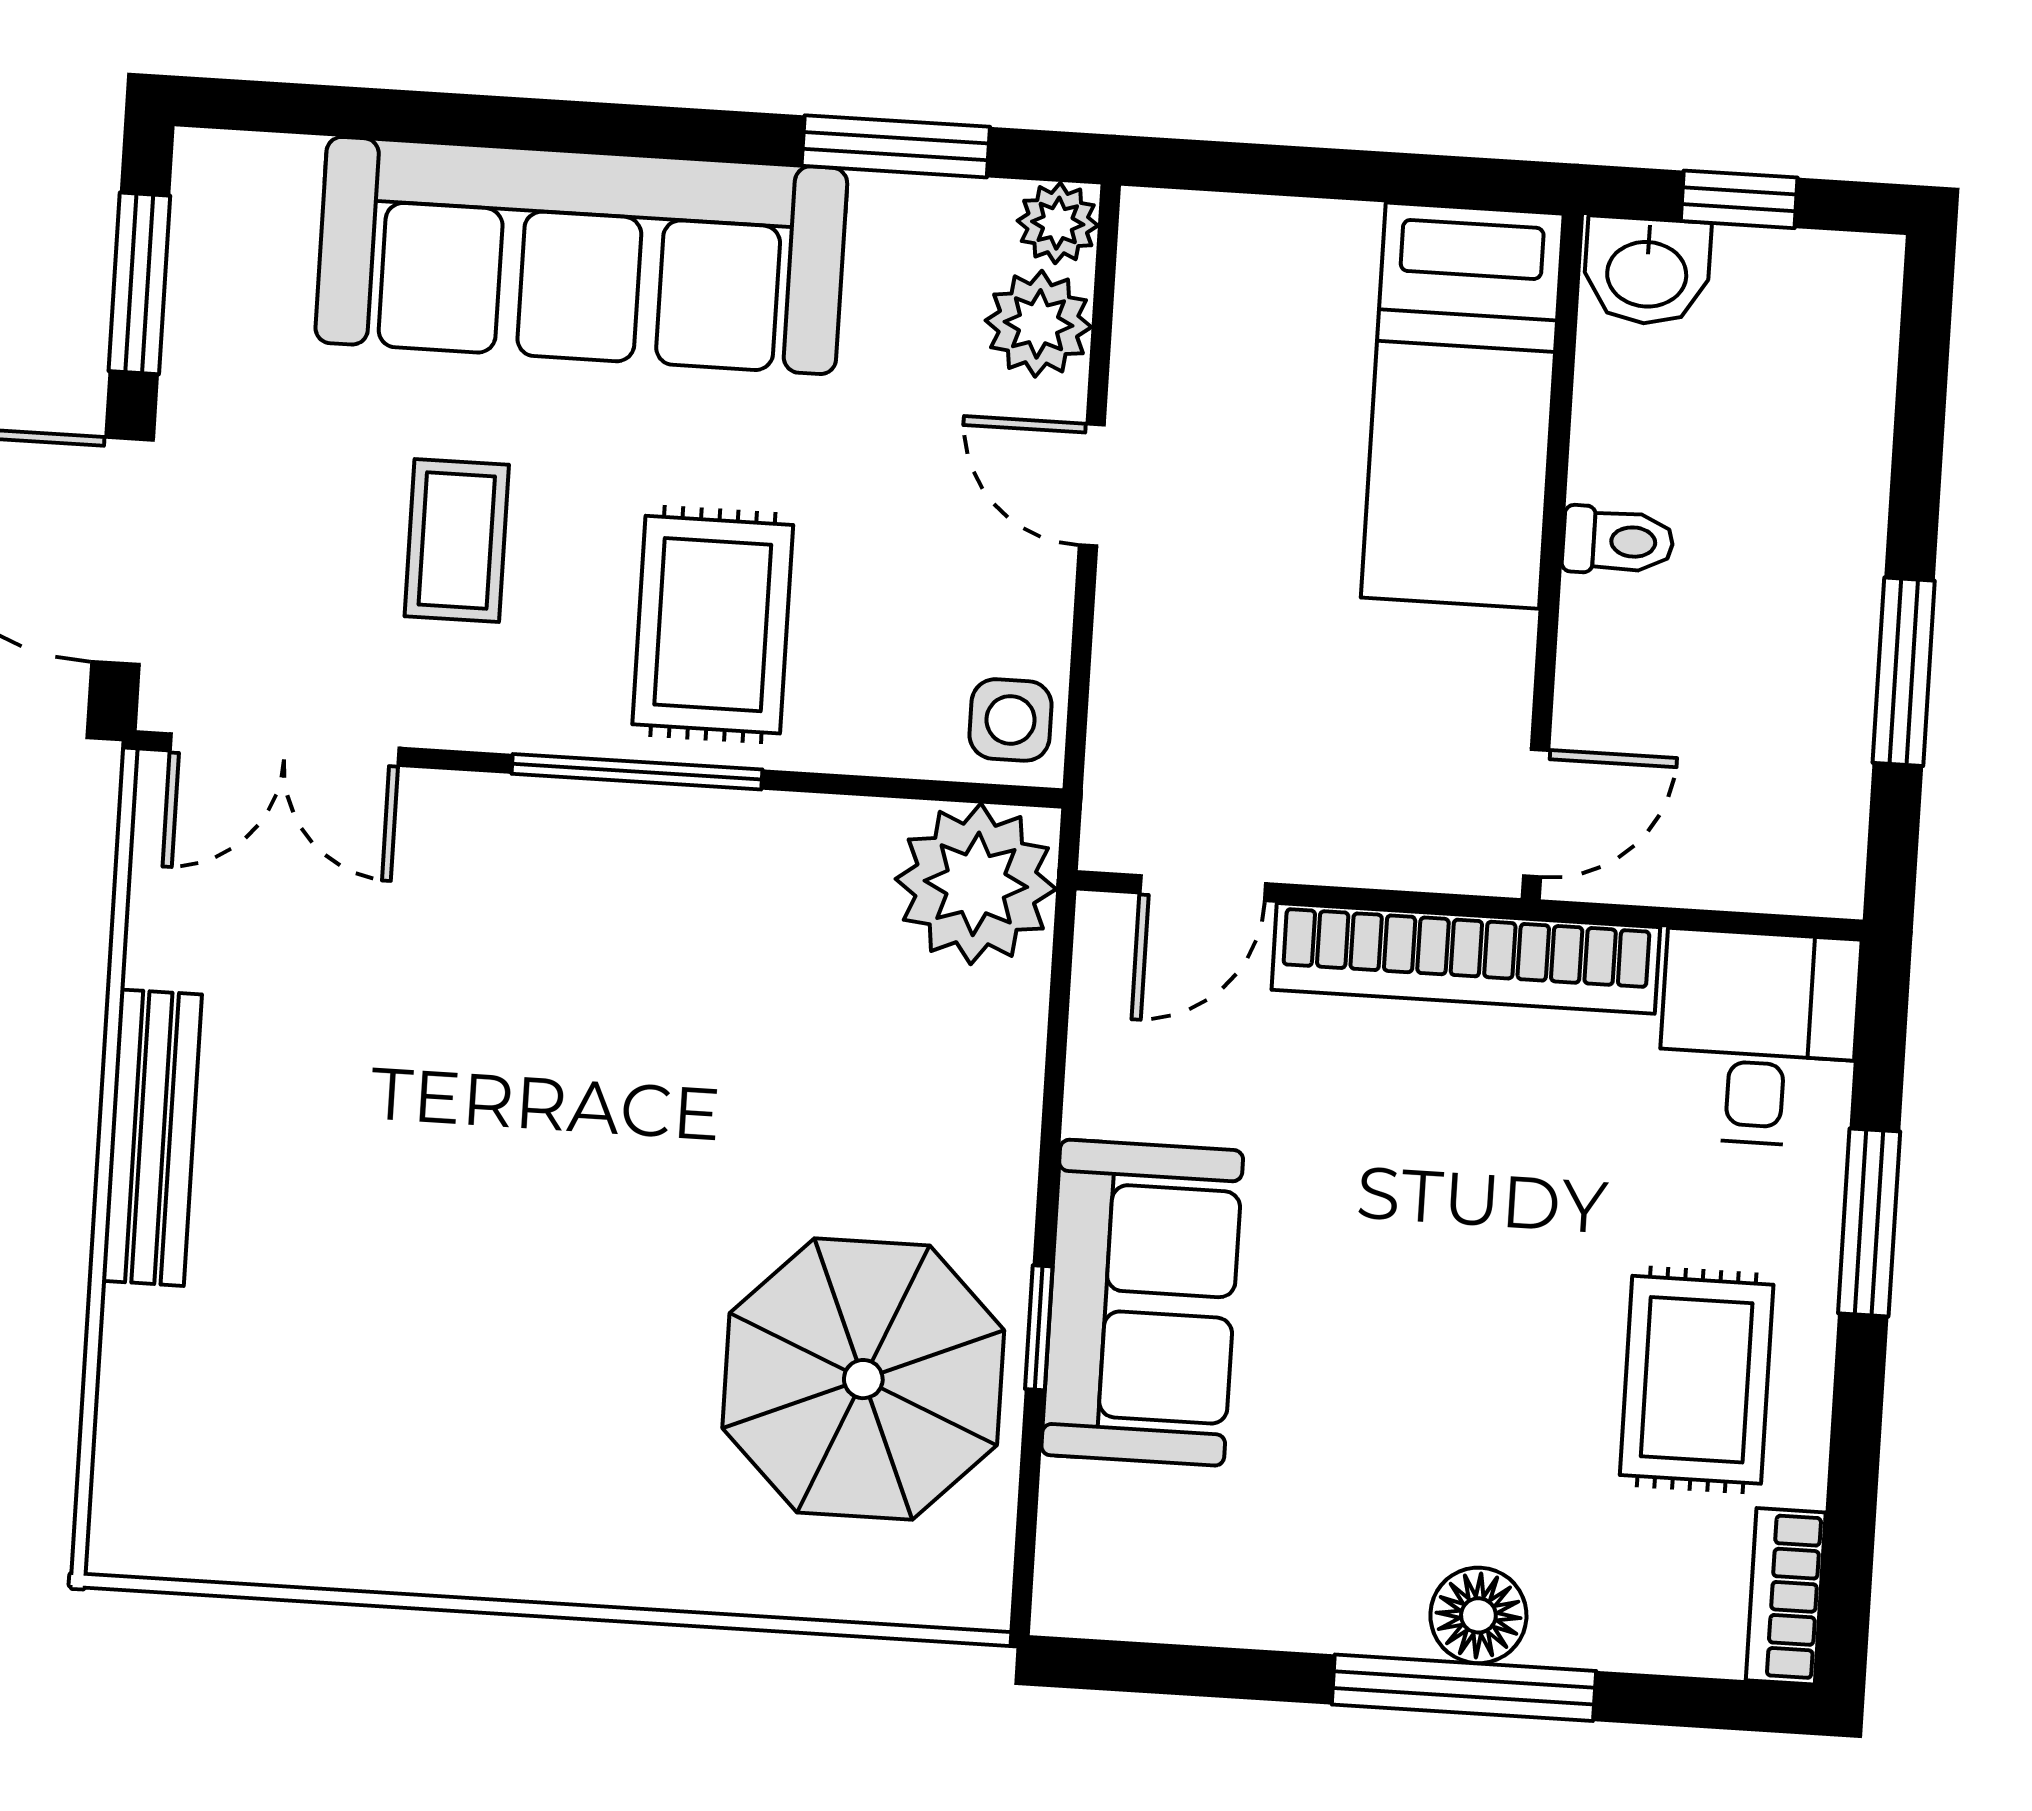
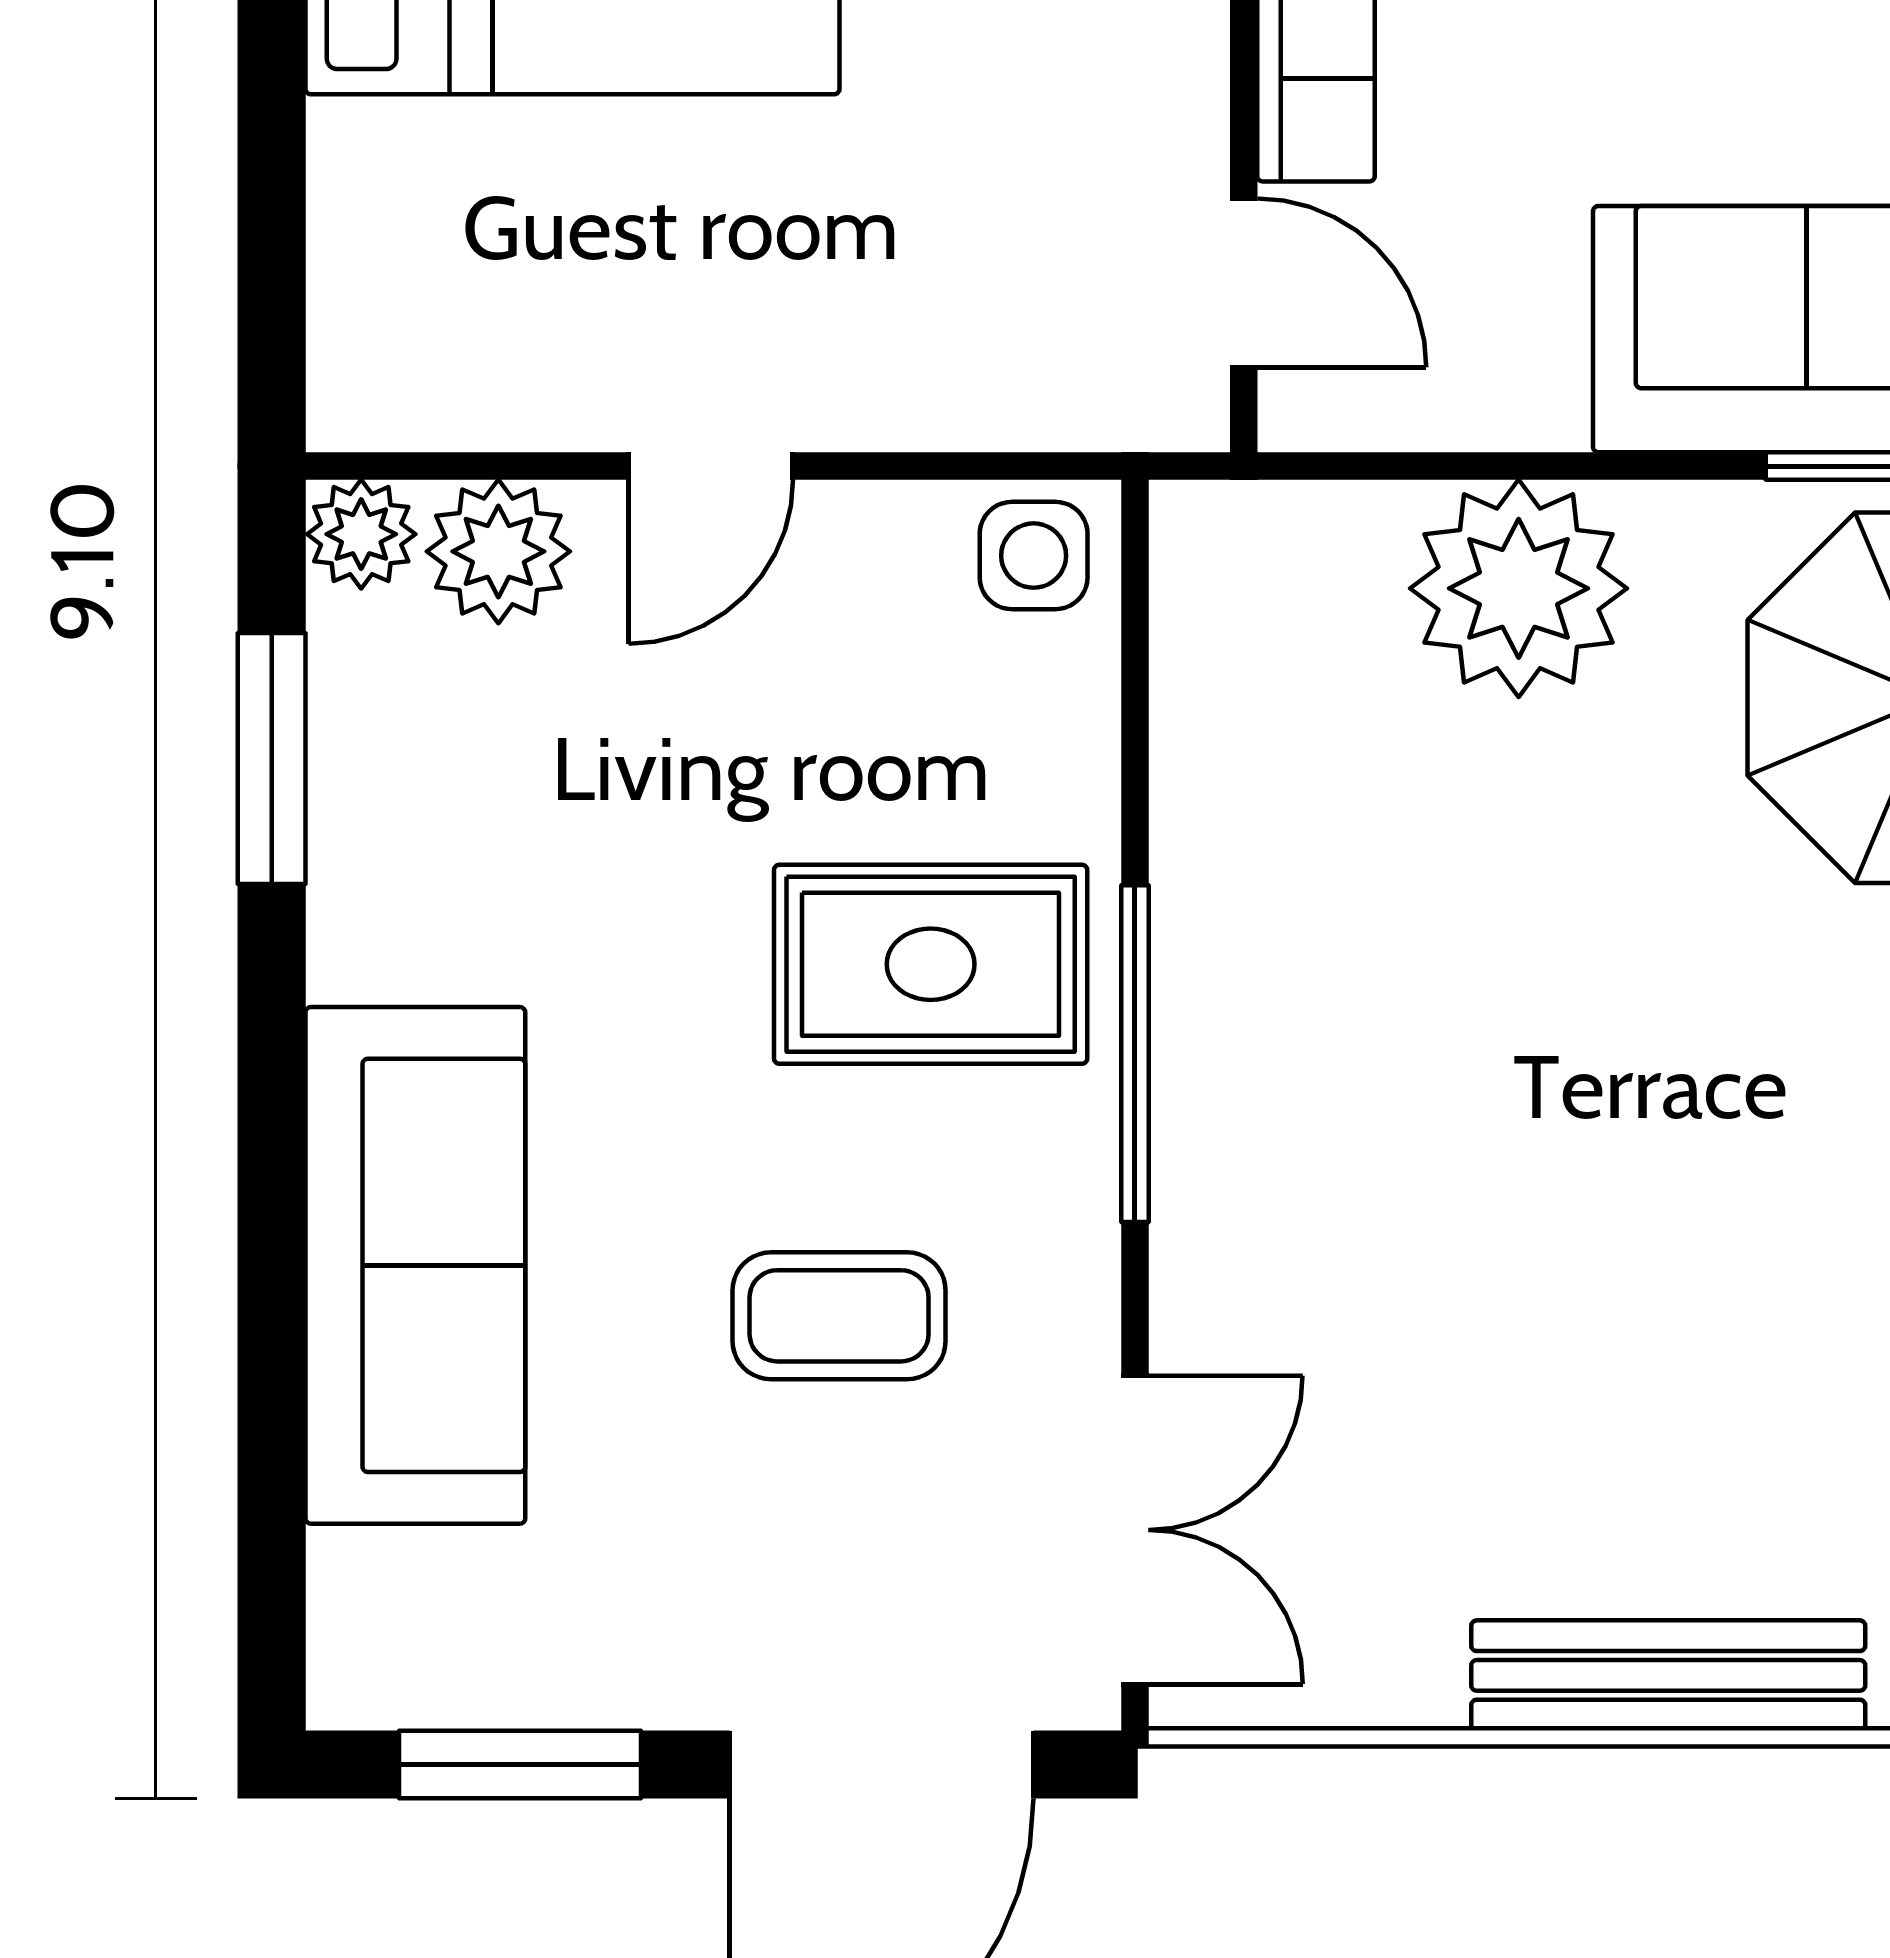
sofa: (581, 255) -> (415, 1265), width x0.74, depth x0.79
plant: (976, 884) -> (1519, 588), moved

